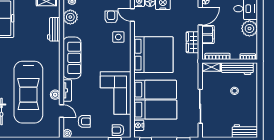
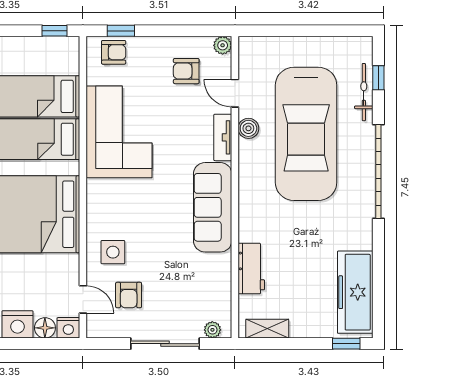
plant: (70, 17) -> (216, 295), removed
car: (28, 92) -> (306, 134), turned 180
nightstand: (139, 125) -> (69, 63), removed

